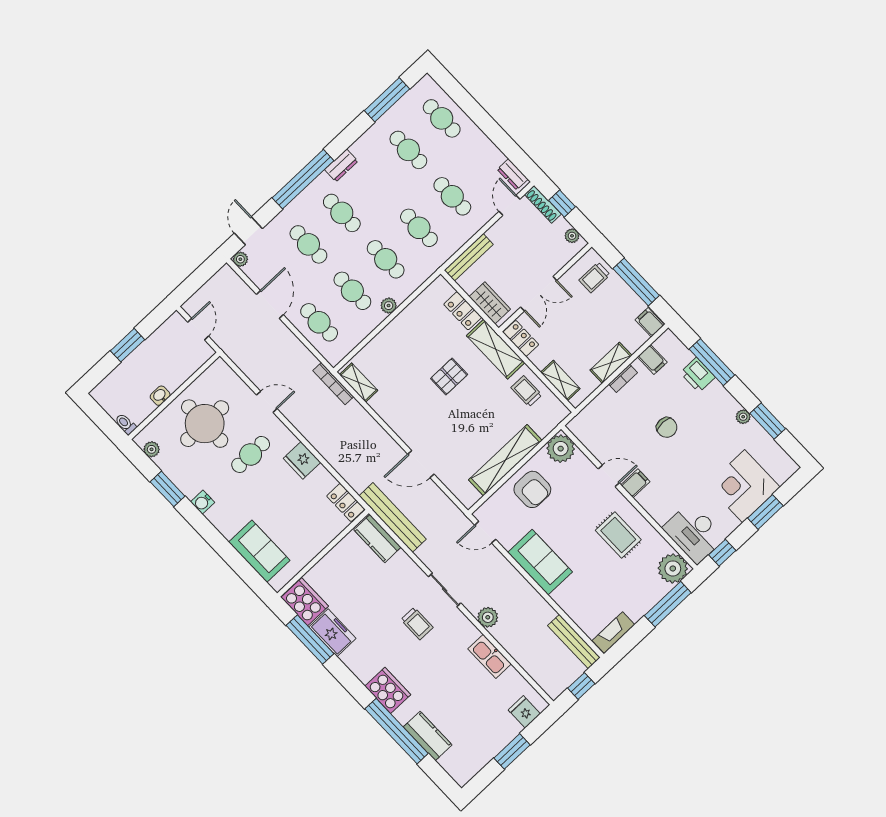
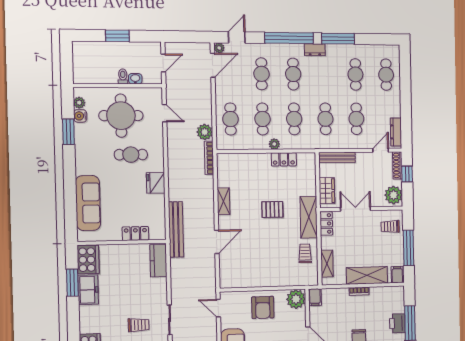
window: (387, 100) -> (338, 39), moved
dresser: (513, 174) -> (396, 132), width x1.44
plant: (572, 236) -> (394, 195), width x1.87, depth x1.87
double door: (539, 294) -> (355, 209), swing flipped
door: (270, 304) -> (213, 65), moved
locker: (463, 311) -> (284, 159), moved, turned -90
filing cabinet: (652, 359) -> (315, 297), moved
plant: (305, 361) -> (205, 132), added
shelving: (611, 363) -> (367, 275), width x1.50, depth x1.33
shelving: (359, 383) -> (224, 201), moved
washbasin: (160, 396) -> (135, 79), moved
door: (267, 402) -> (165, 113), moved
toilet: (126, 424) -> (123, 76), moved
shelving: (505, 460) -> (262, 279), removed
door: (421, 464) -> (217, 242), swing flipped
water cooler: (203, 502) -> (80, 116), moved
locker: (346, 502) -> (135, 233), moved, turned 90
bench: (393, 517) -> (176, 229), moved
sofa: (259, 551) -> (88, 203), width x1.36
trolley: (417, 624) -> (139, 325), turned -90
window: (310, 640) -> (72, 283), width x0.69

